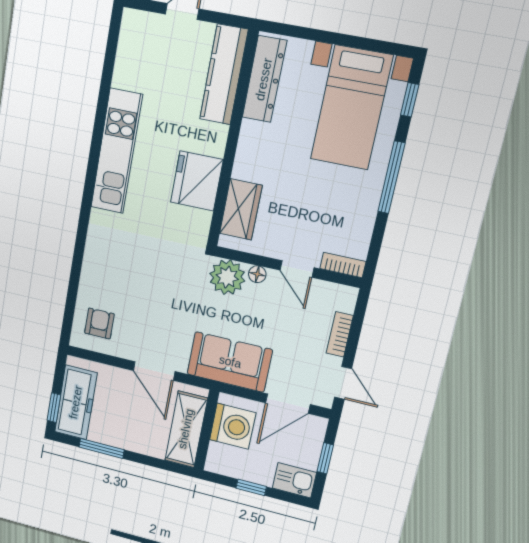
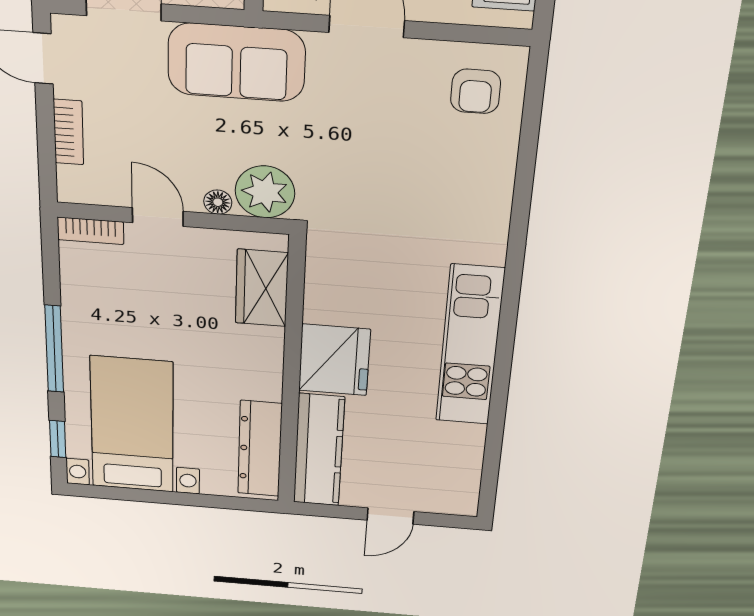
fridge: (197, 181) -> (334, 360), moved

